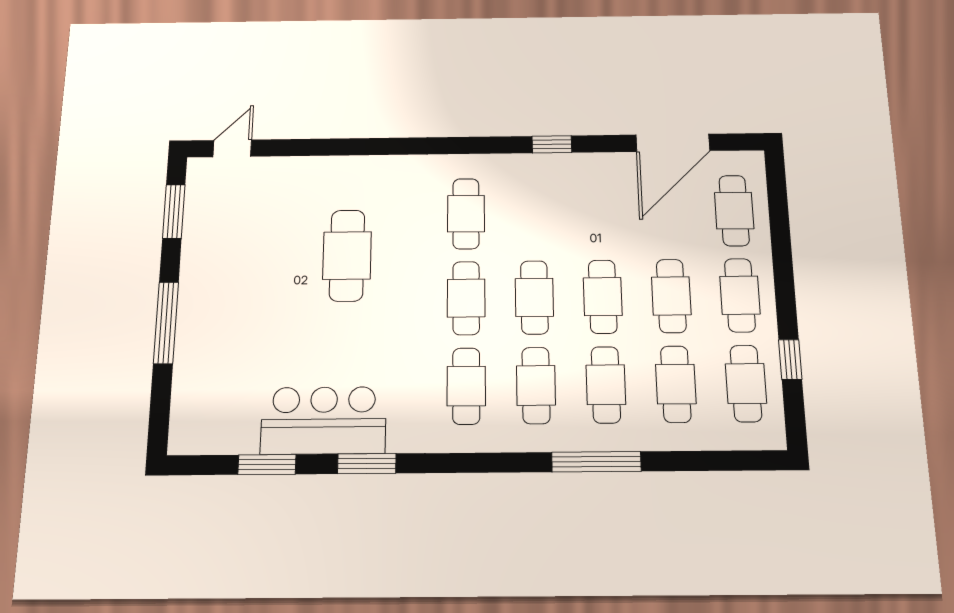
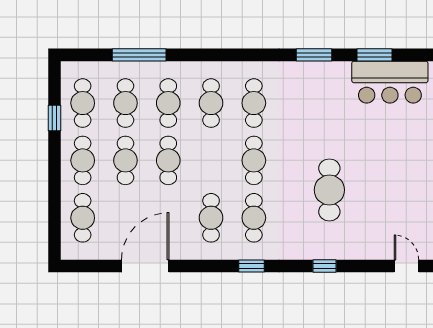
door: (673, 143) -> (145, 266), moved
window: (552, 144) -> (252, 266), moved
window: (357, 147) -> (325, 266), added
door: (232, 148) -> (406, 266), swing flipped
cafe table: (534, 297) -> (211, 218), moved
bar counter: (323, 420) -> (390, 82), moved
window: (596, 462) -> (139, 55), moved

